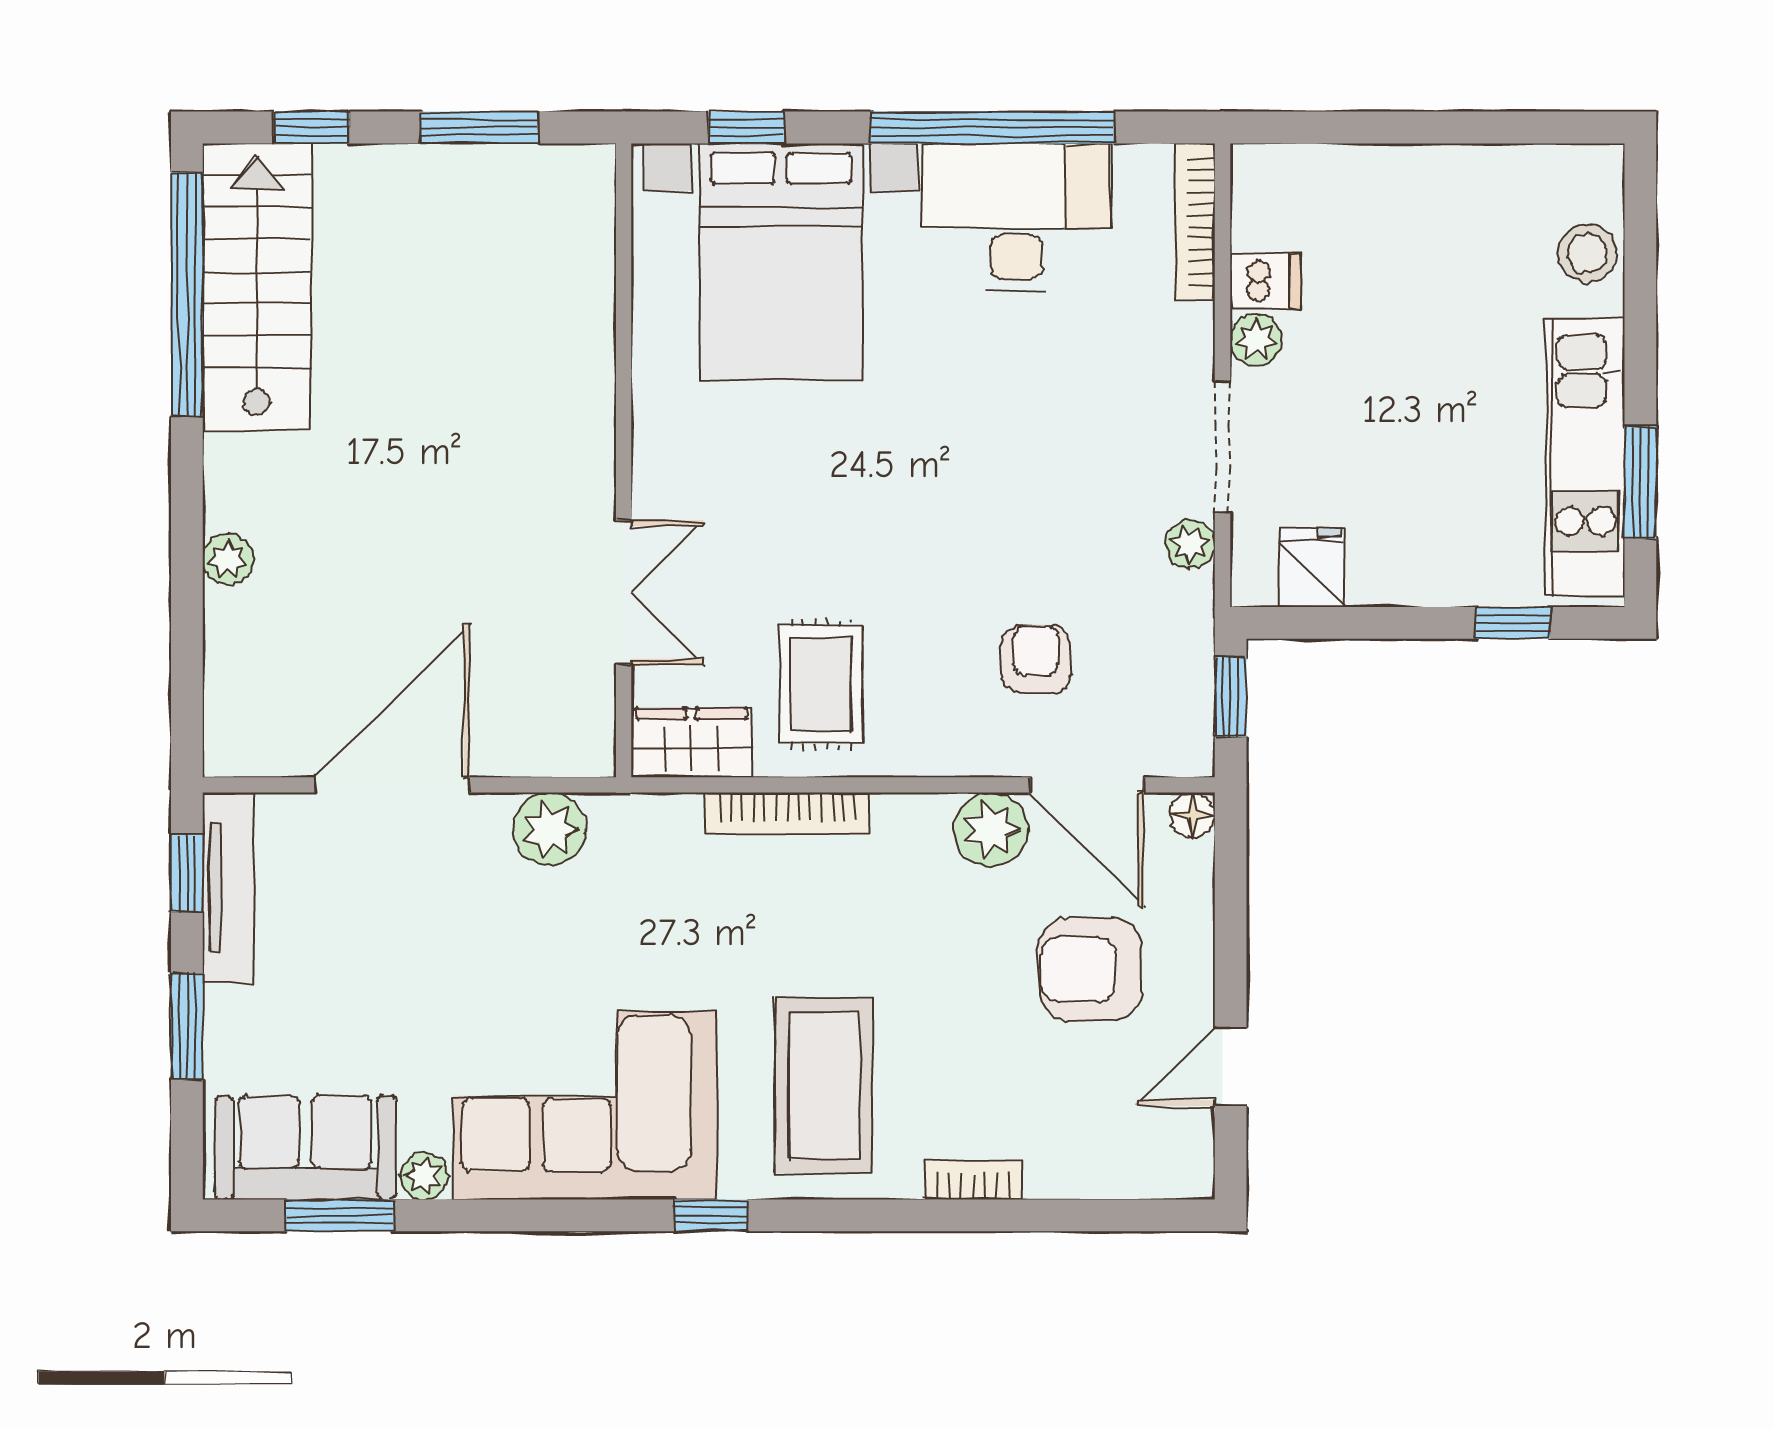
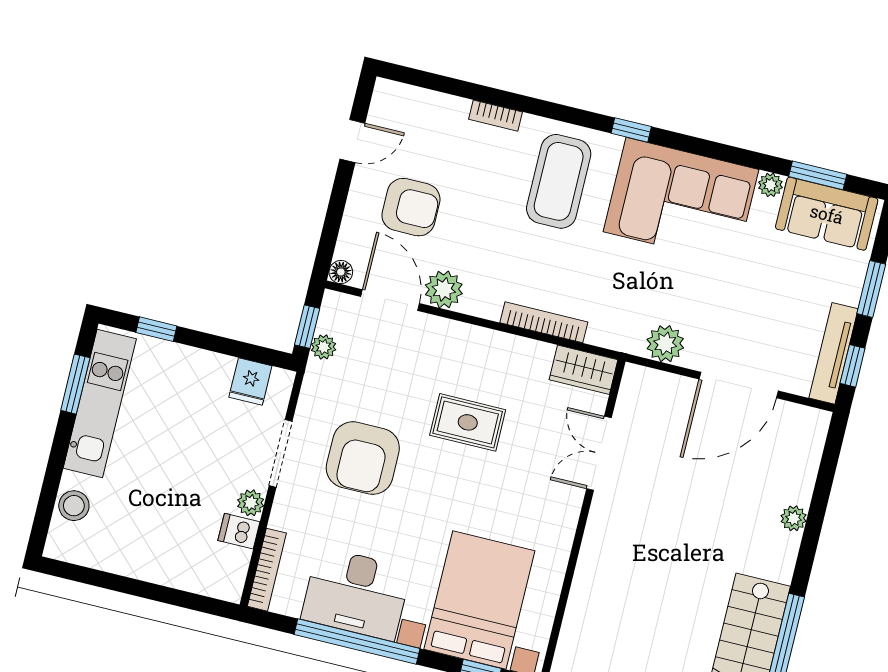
plant: (1190, 544) -> (324, 347), moved
armchair: (1036, 659) -> (363, 458), moved, width x1.88, depth x1.88
rug: (821, 684) -> (468, 422), moved, turned 90

